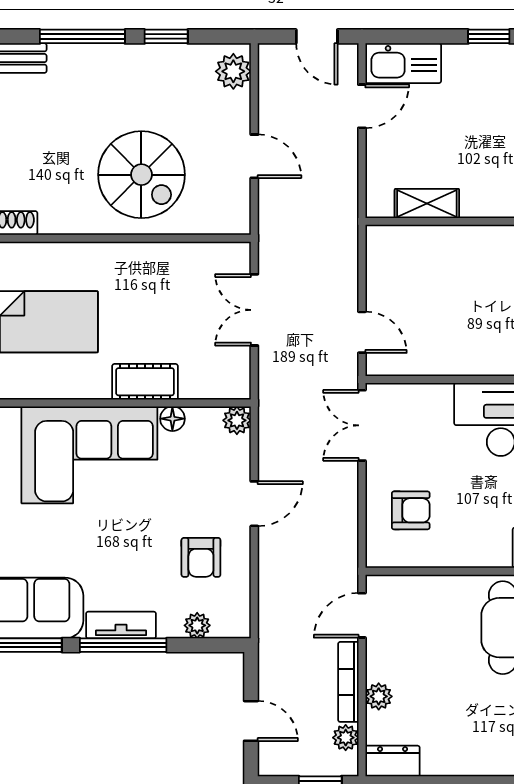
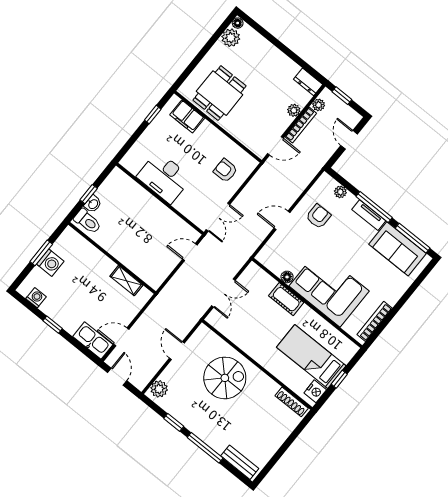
spiral stairs: (141, 175) -> (225, 378), turned 90
door: (362, 332) -> (190, 252), hinge flipped
plant: (237, 420) -> (263, 257), removed

